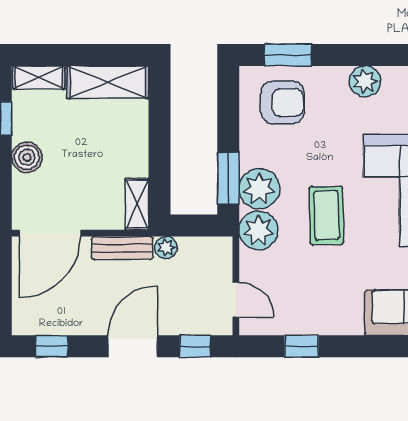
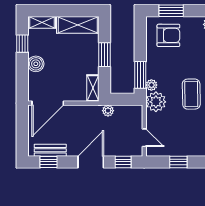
window: (159, 140) -> (105, 55), added
plant: (259, 189) -> (151, 85), width x0.53, depth x0.53
bench: (122, 248) -> (50, 150), moved

